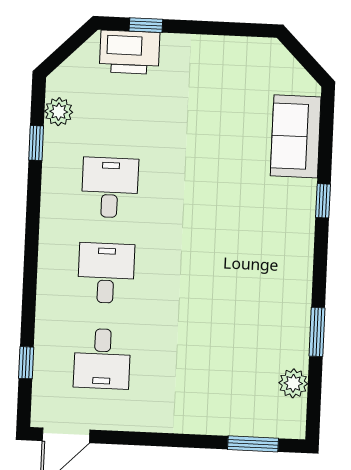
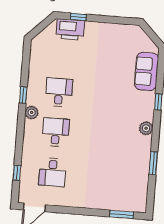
plant: (59, 112) -> (32, 112), moved
window: (36, 143) -> (23, 95), moved
plant: (293, 383) -> (146, 128), moved

